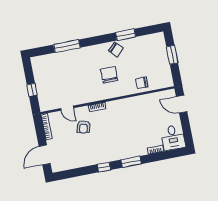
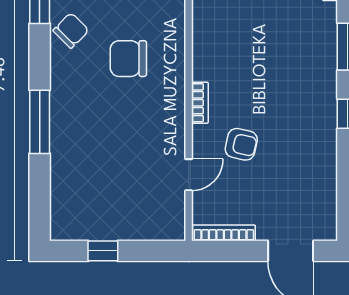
window: (67, 46) -> (40, 122), moved
window: (32, 90) -> (103, 251), moved

